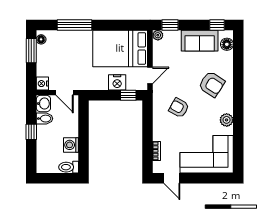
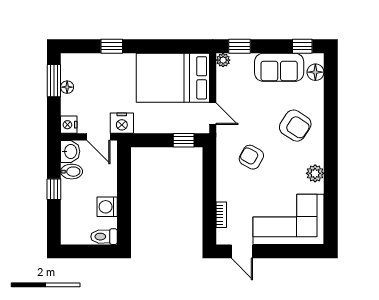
window: (75, 25) -> (112, 46), width x0.46
floor lamp: (41, 39) -> (67, 87), moved
door: (150, 75) -> (213, 114), hinge flipped
nightstand: (117, 82) -> (122, 123), moved

